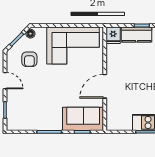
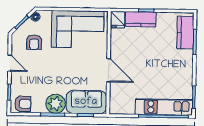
door: (105, 86) -> (108, 70), swing flipped
plant: (52, 121) -> (56, 104), added
armchair: (19, 122) -> (23, 104), added

